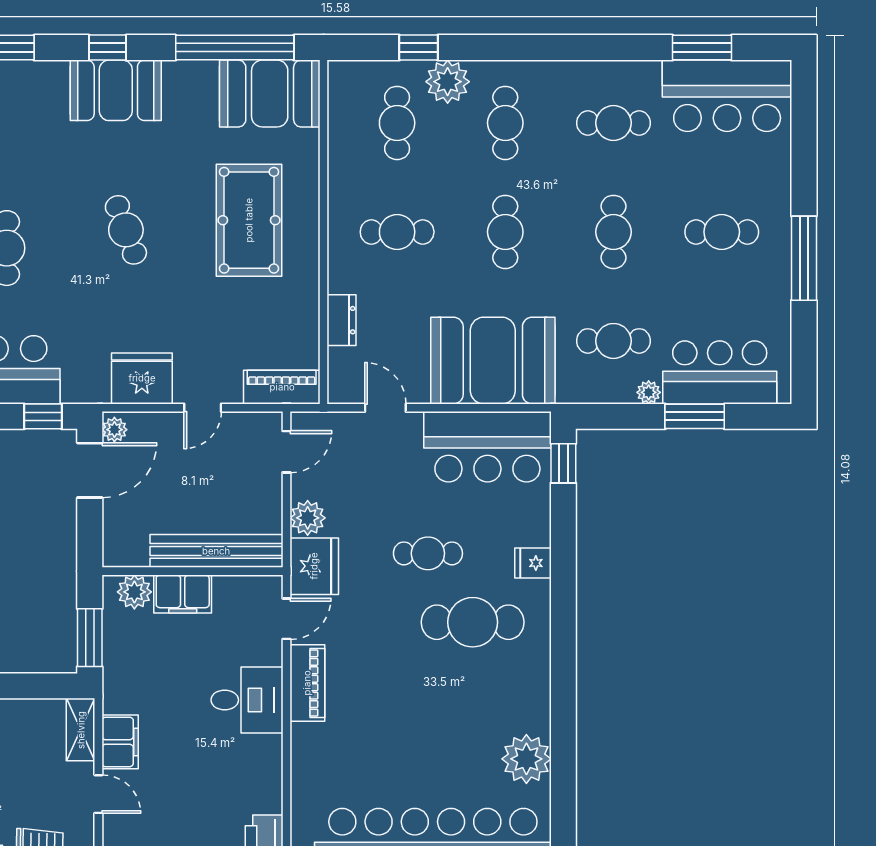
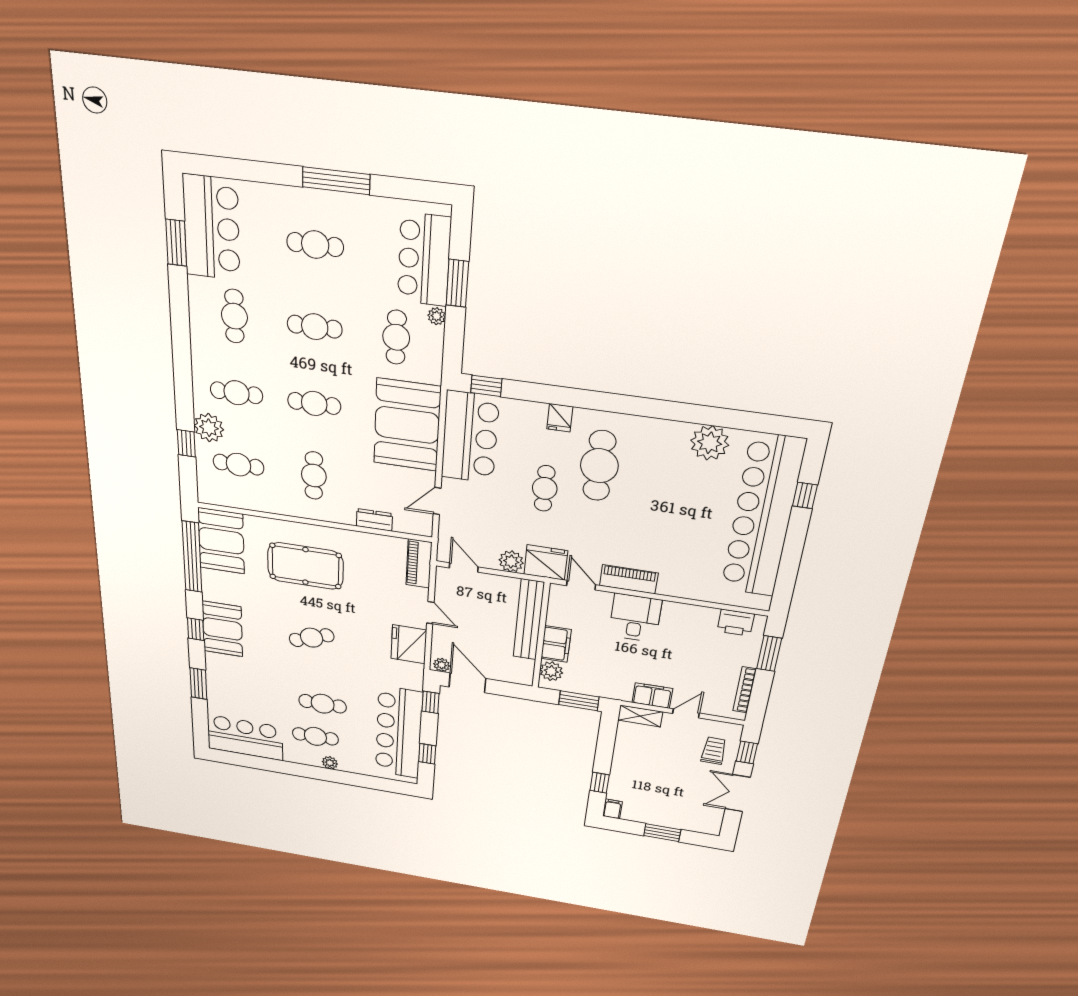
cafe table: (722, 232) -> (315, 245), turned 90

